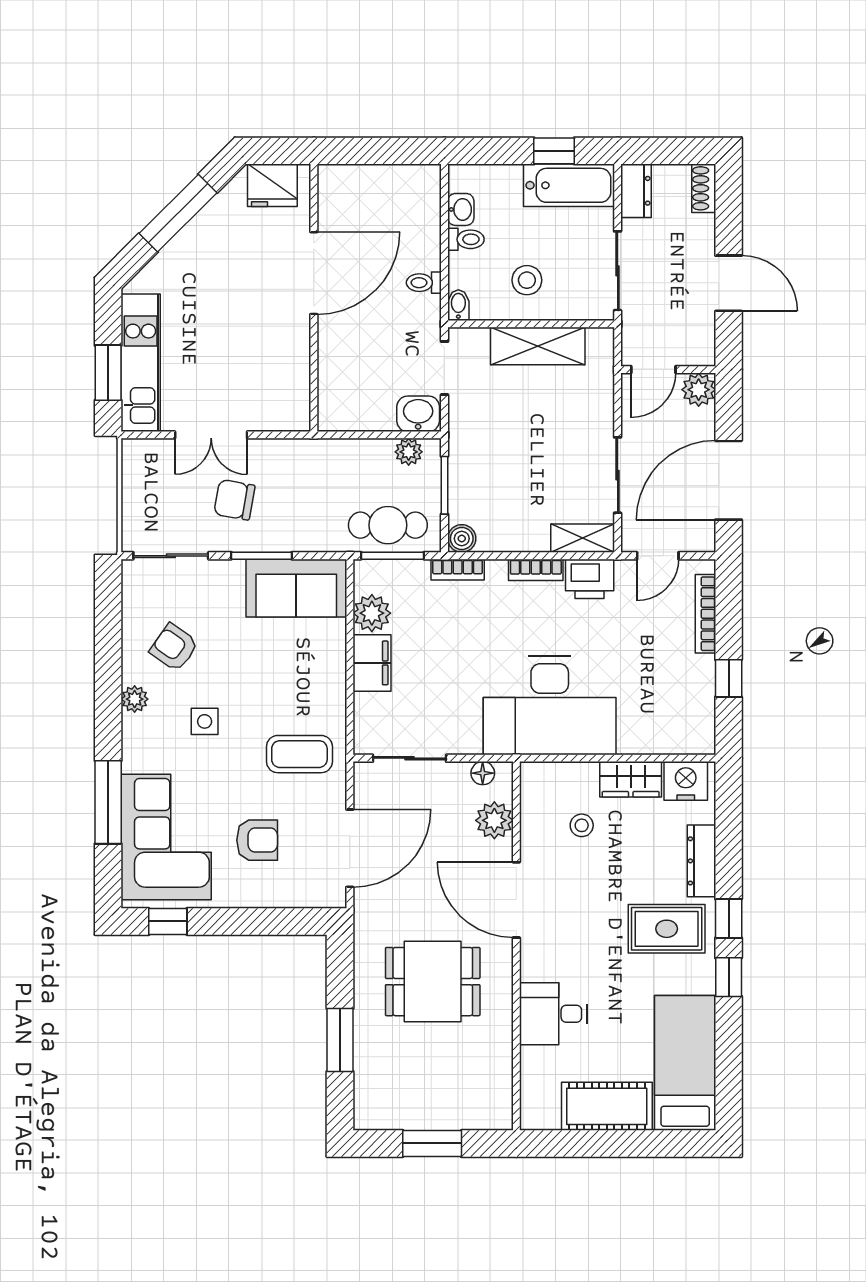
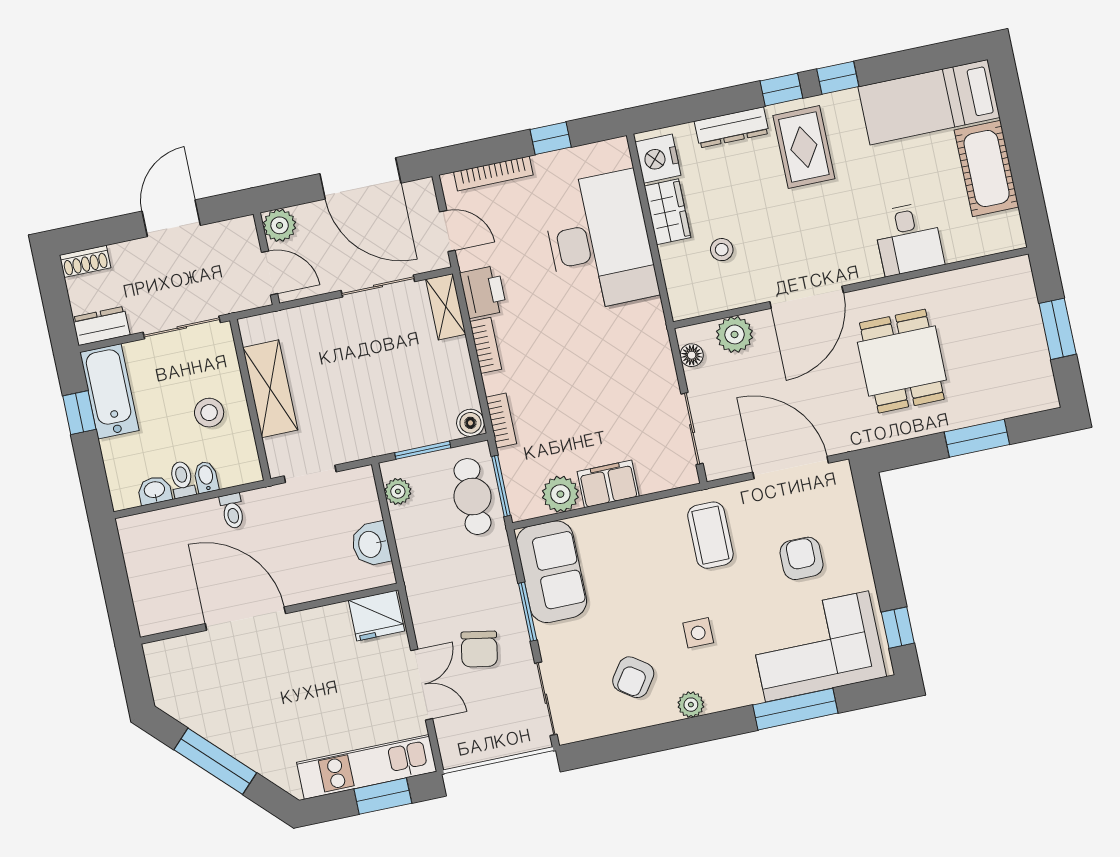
fridge: (272, 185) -> (376, 616), moved, turned 90
bidet: (458, 305) -> (206, 477), moved, turned 90
washbasin: (418, 414) -> (371, 544), moved
desk: (550, 705) -> (600, 241), moved

